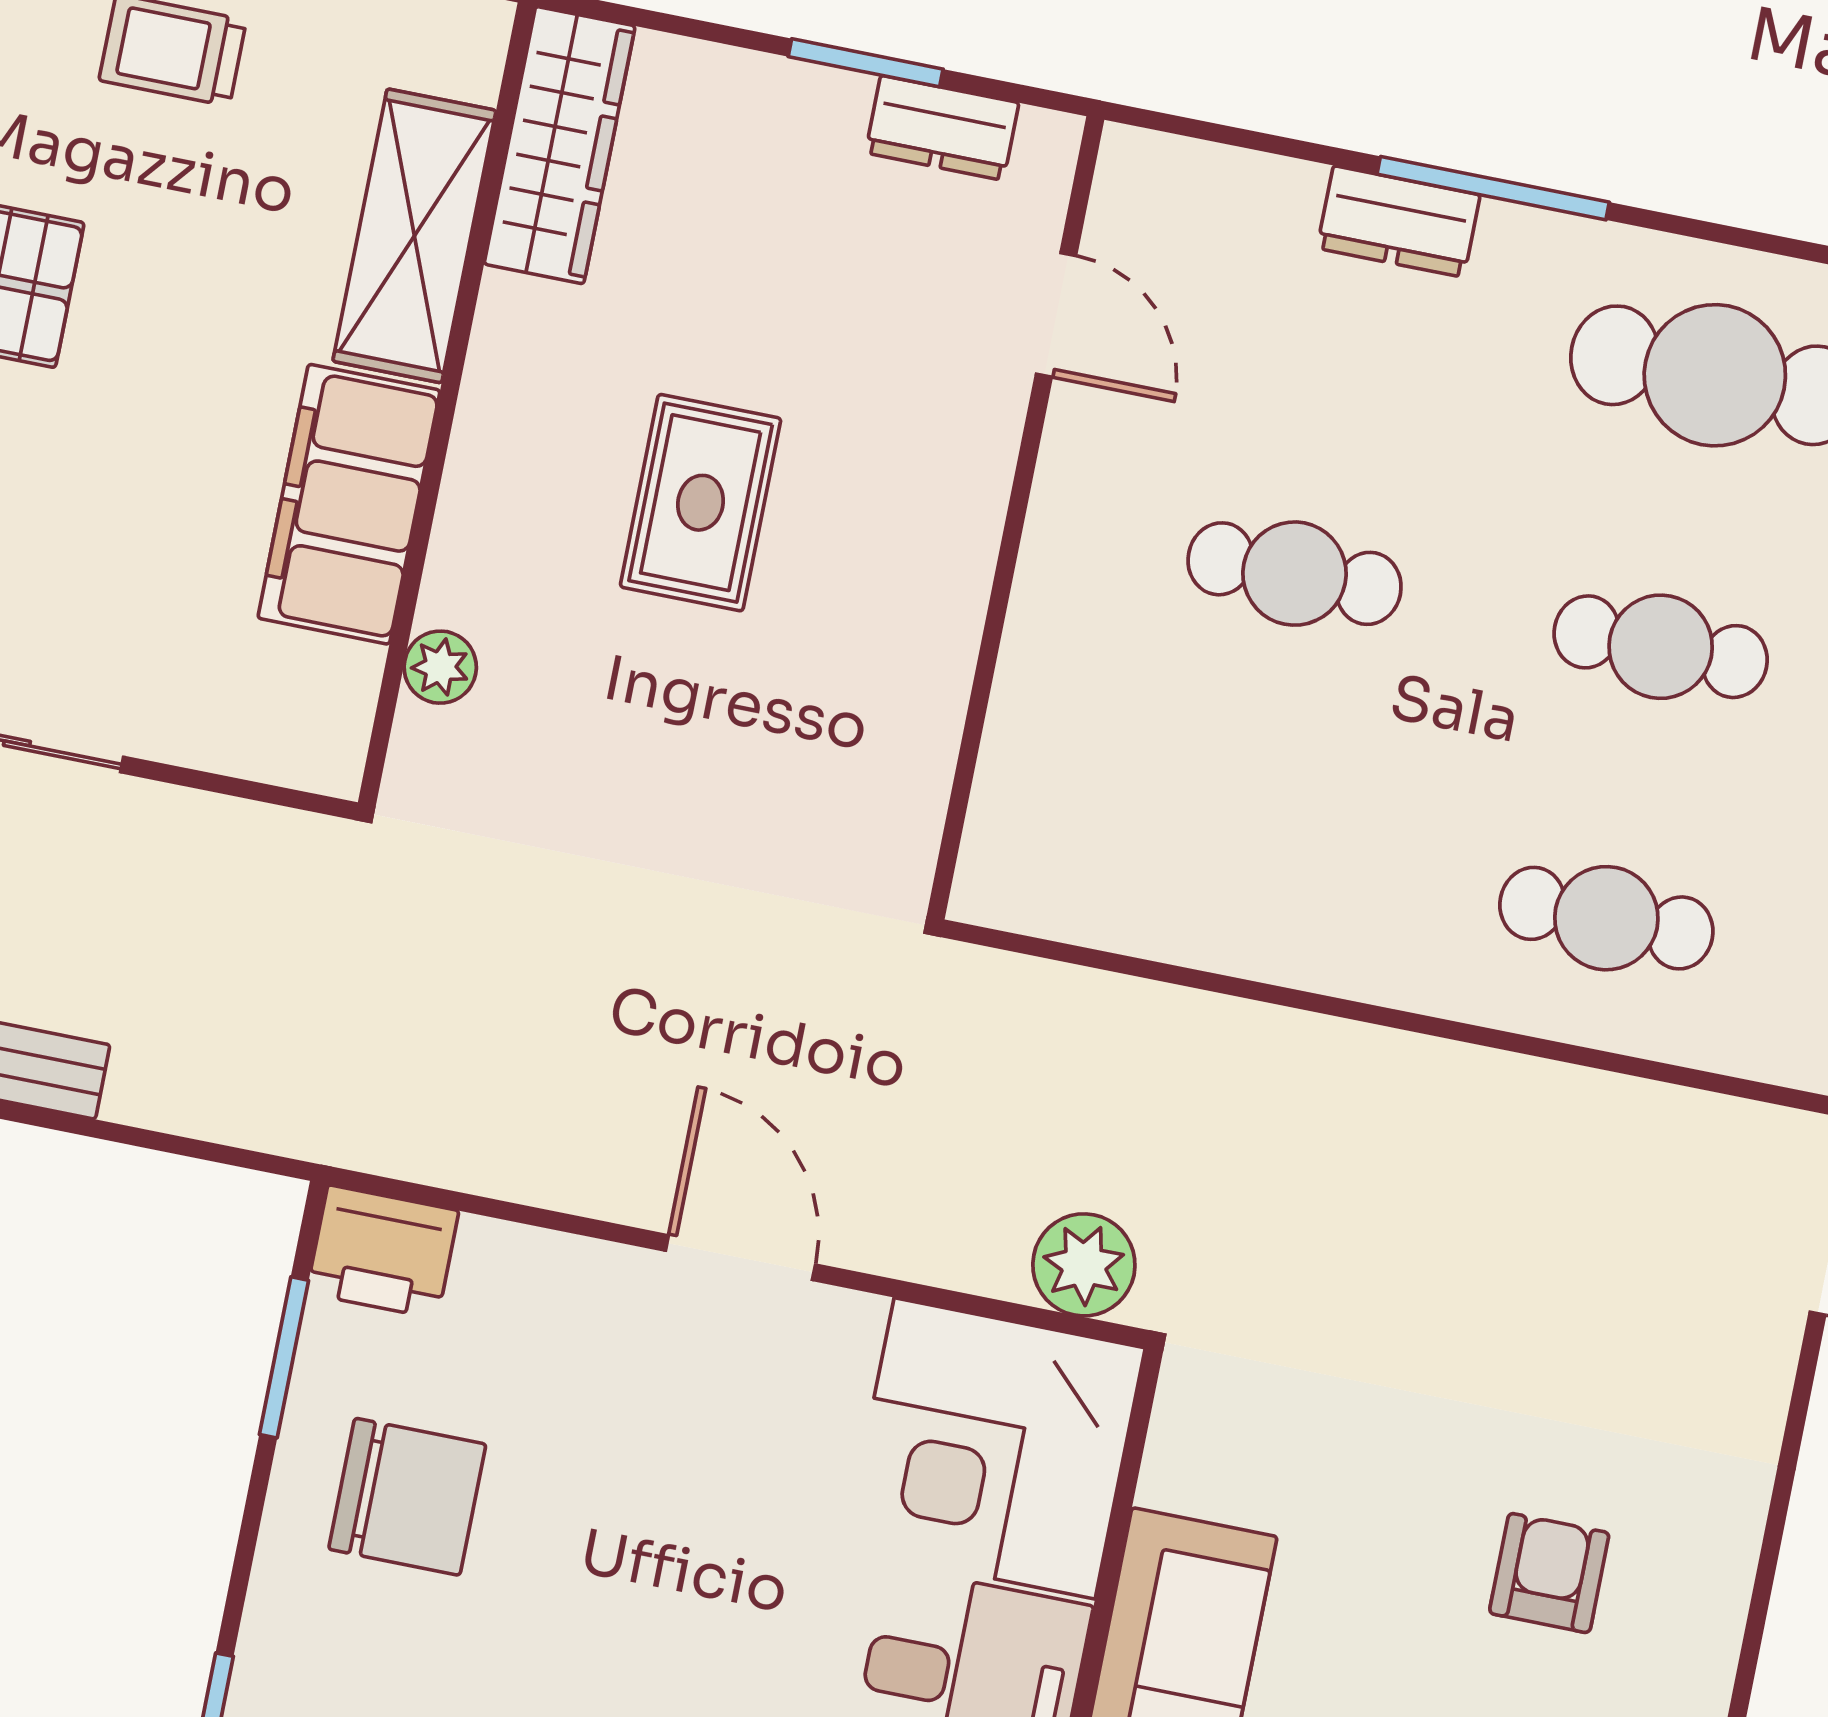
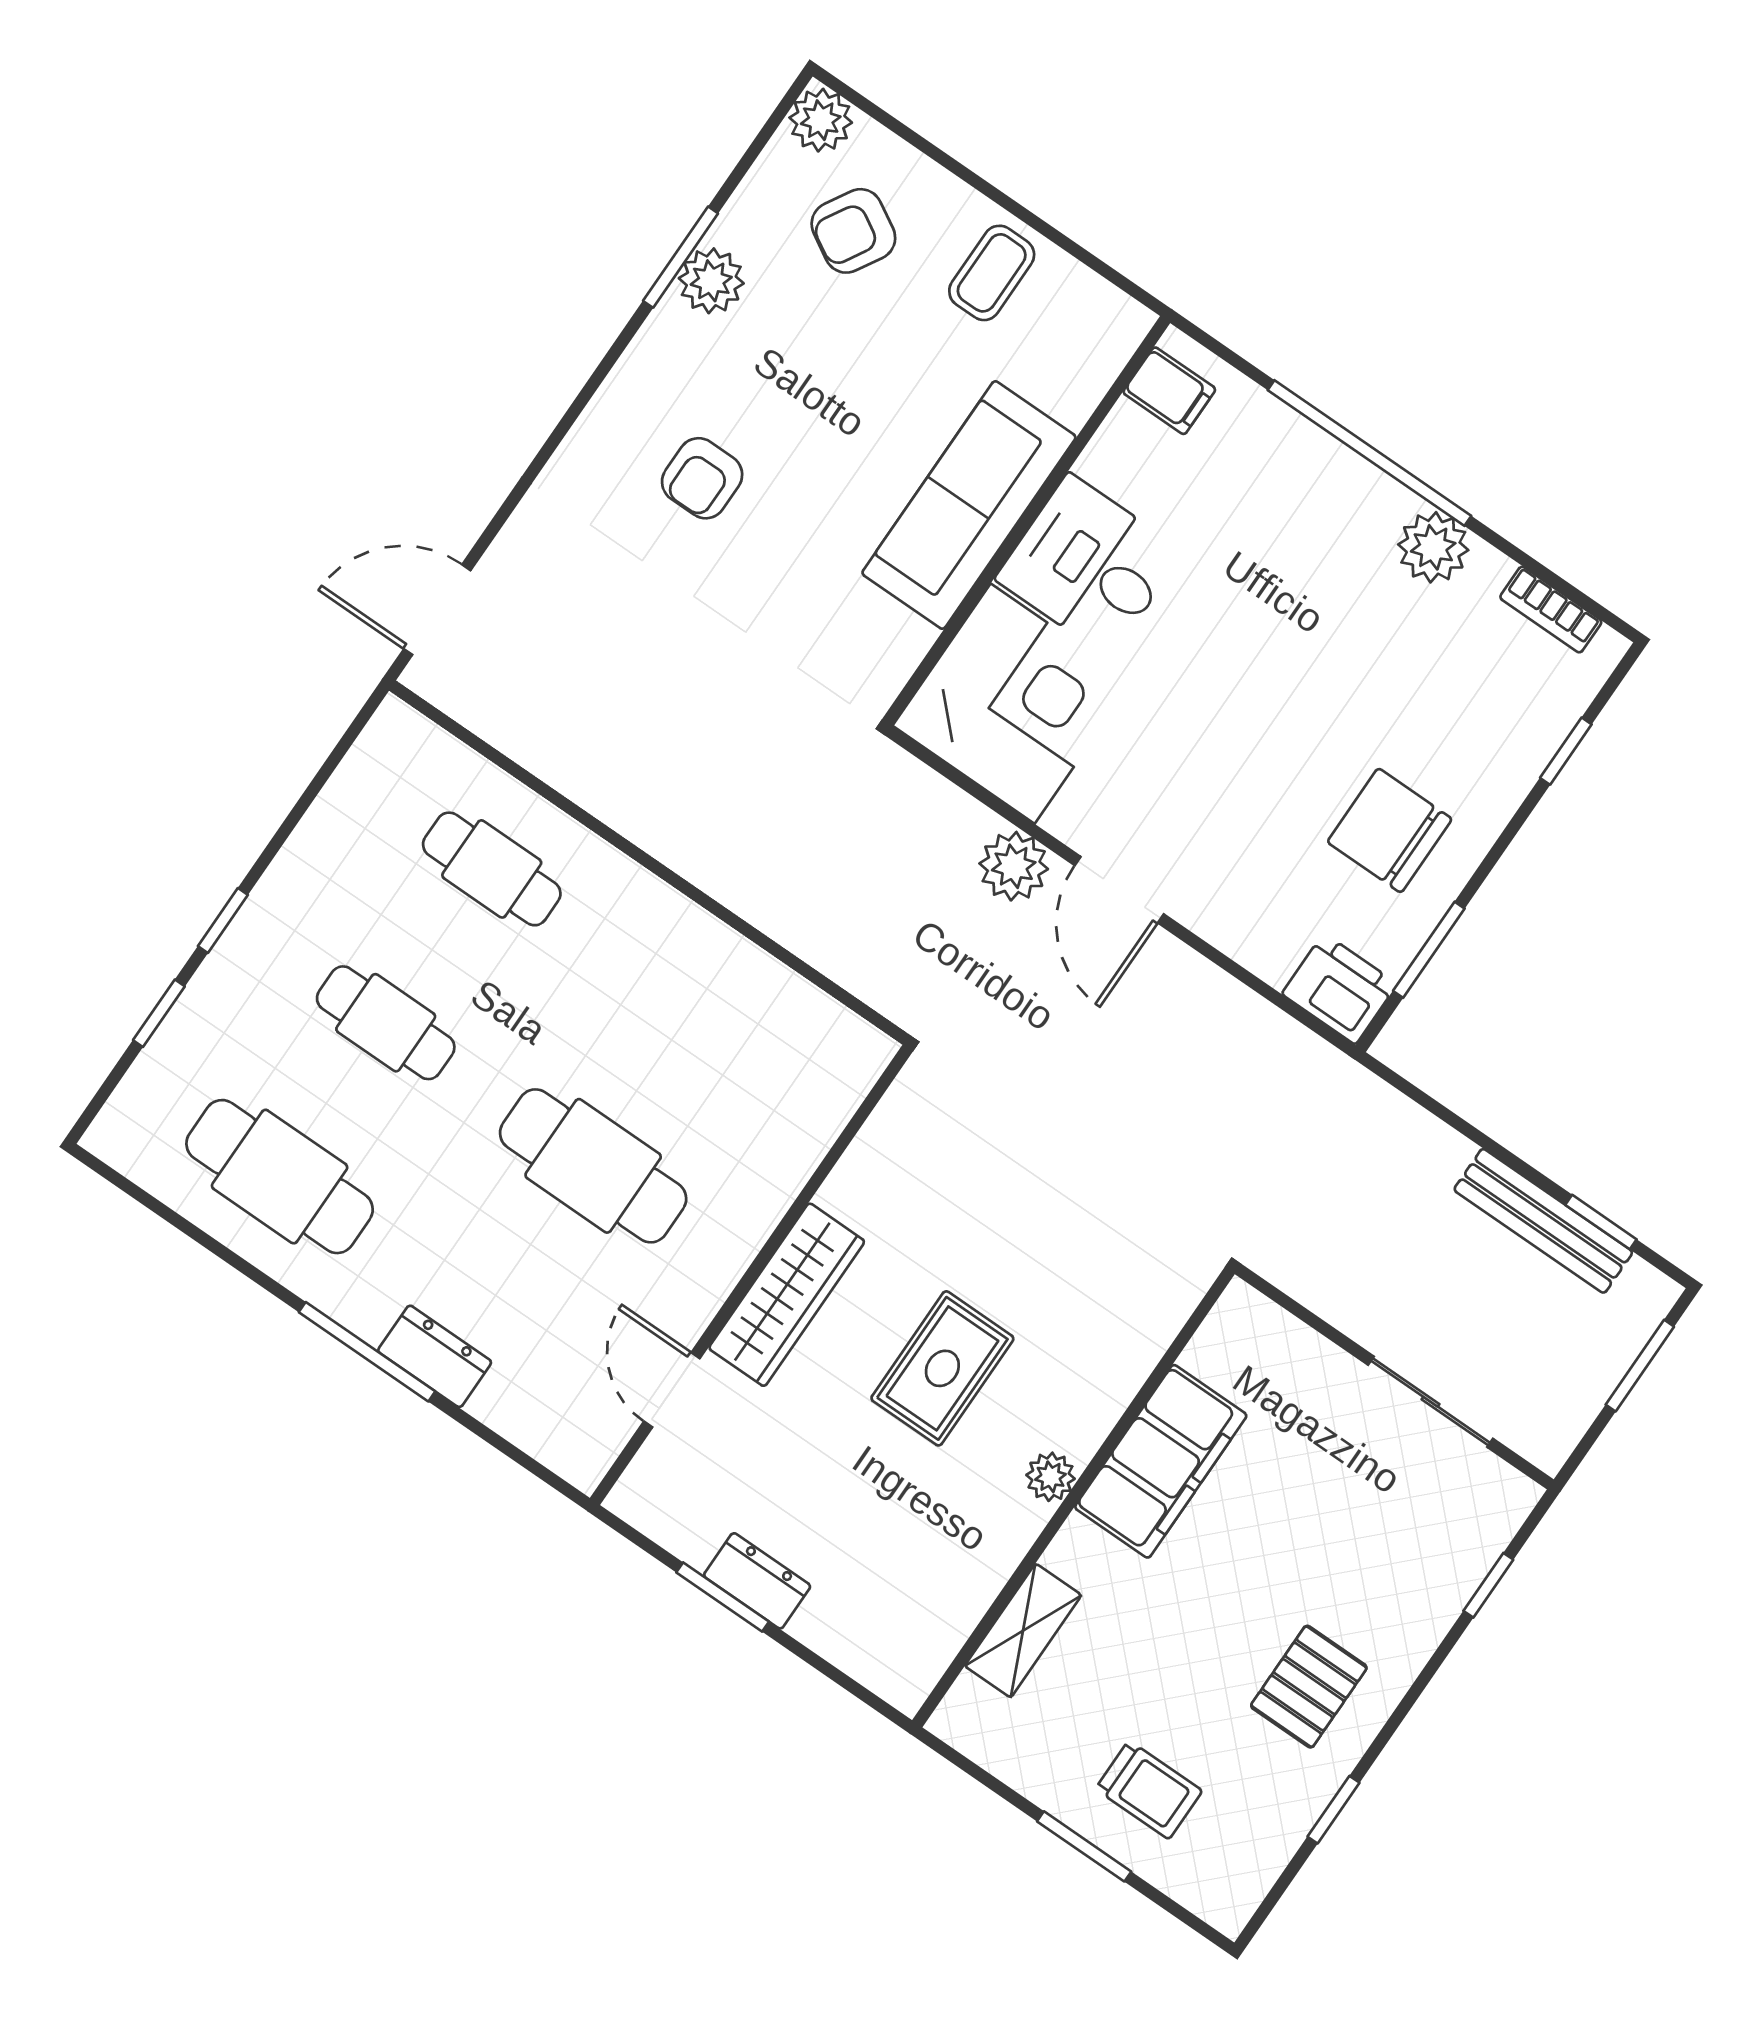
dresser: (942, 128) -> (757, 1581), moved
wardrobe: (560, 145) -> (787, 1295), moved, turned 180
shelving: (414, 236) -> (1023, 1631), width x0.67, depth x0.75
cafe table: (1295, 574) -> (593, 1166), width x1.37, depth x1.35
plant: (440, 667) -> (1050, 1477), moved
plant: (1084, 1265) -> (1014, 866), moved

